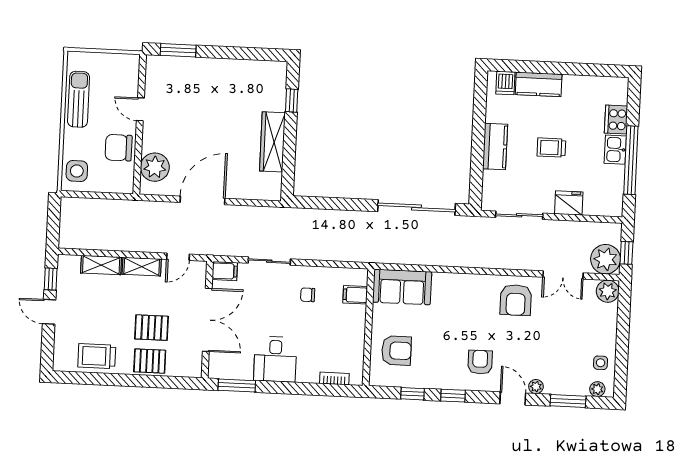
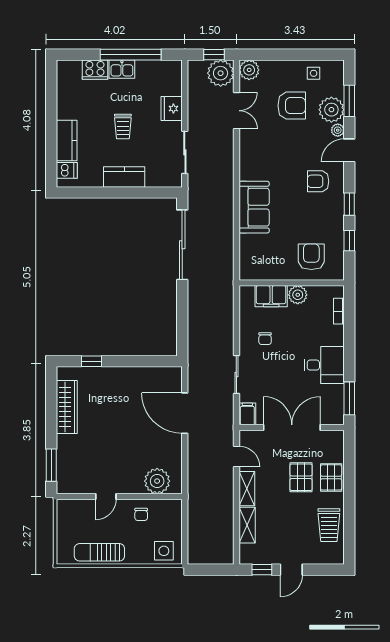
wardrobe: (272, 142) -> (67, 407), moved, turned -90
chair: (119, 148) -> (141, 514), width x0.54, depth x0.54
door: (202, 200) -> (185, 413), moved
sofa: (402, 287) -> (254, 207), moved
filing cabinet: (355, 295) -> (271, 296), width x2.00
armchair: (516, 300) -> (292, 106), moved
plant: (355, 333) -> (298, 295), added
plant: (597, 389) -> (331, 110), moved, width x1.88, depth x1.88

